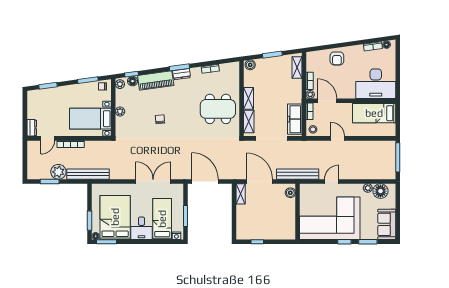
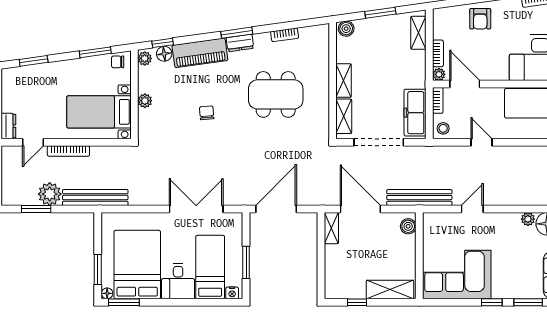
dining table: (218, 109) -> (276, 94), moved
door: (205, 181) -> (276, 209), hinge flipped
corner sofa: (330, 218) -> (457, 275), width x0.73, depth x0.74
shelving: (279, 234) -> (390, 289), added

